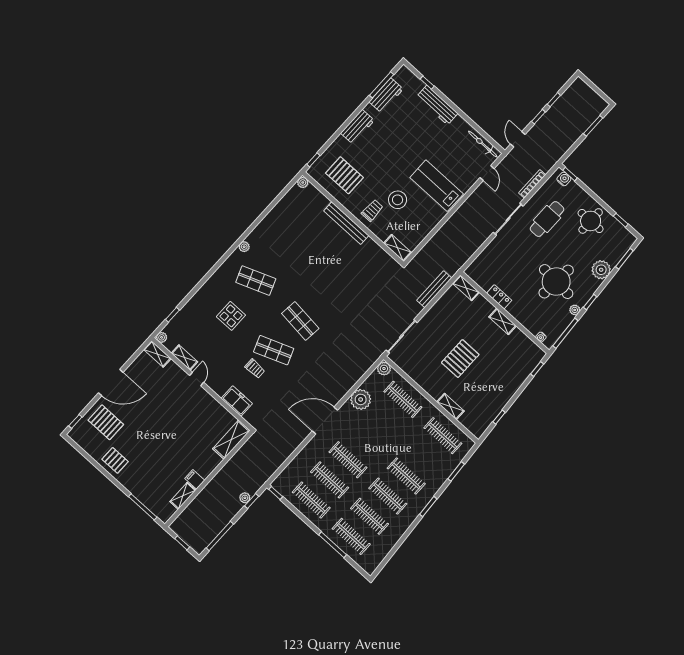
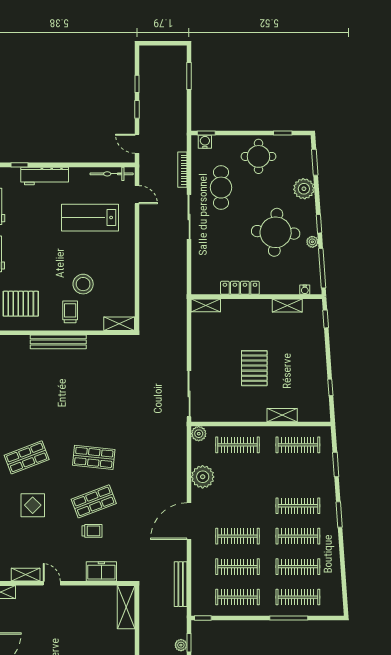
lab bench: (437, 186) -> (90, 218), moved
bench: (434, 289) -> (181, 584), moved
locker: (499, 297) -> (240, 288), width x1.53
shelving: (503, 321) -> (287, 306), moved

